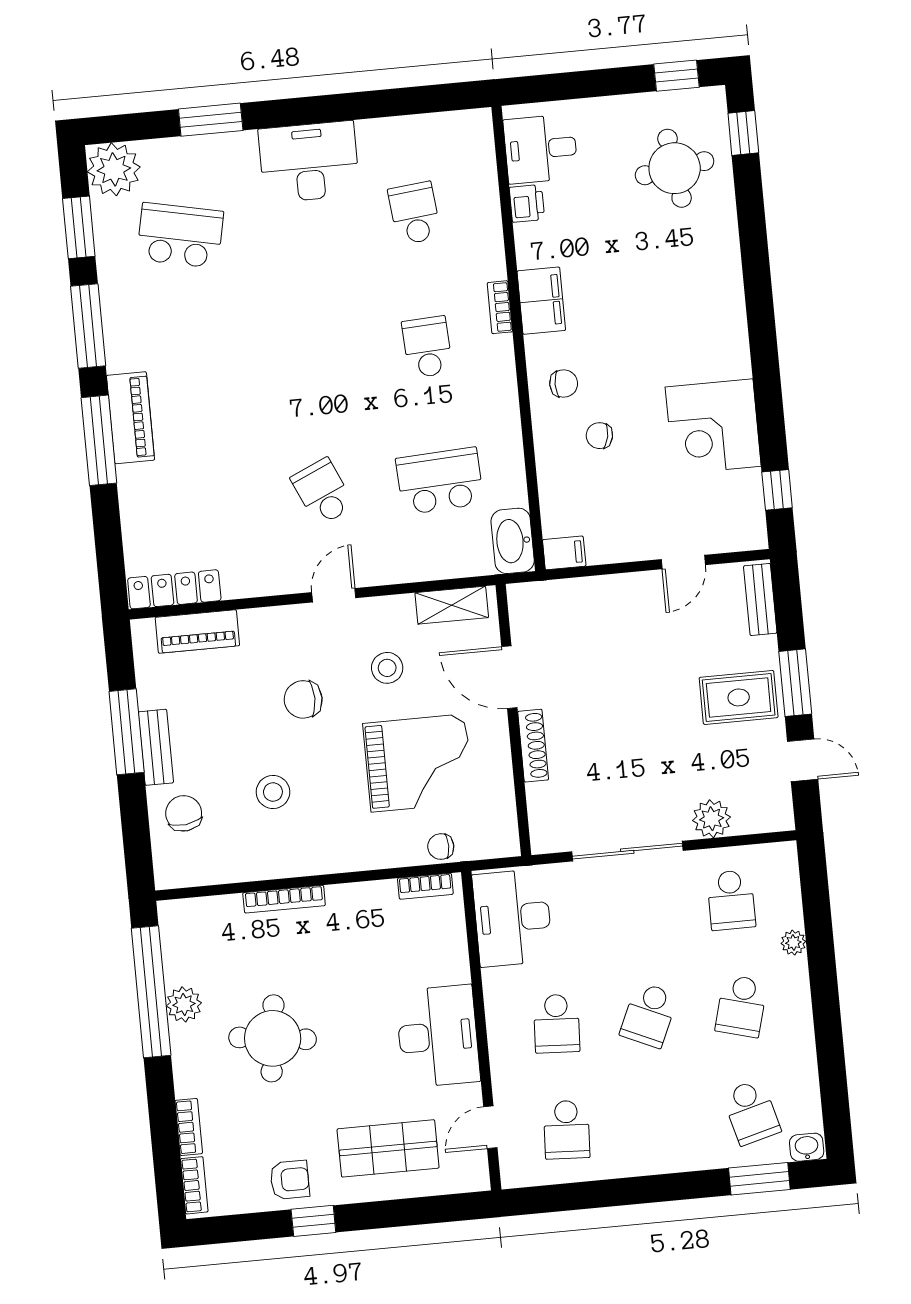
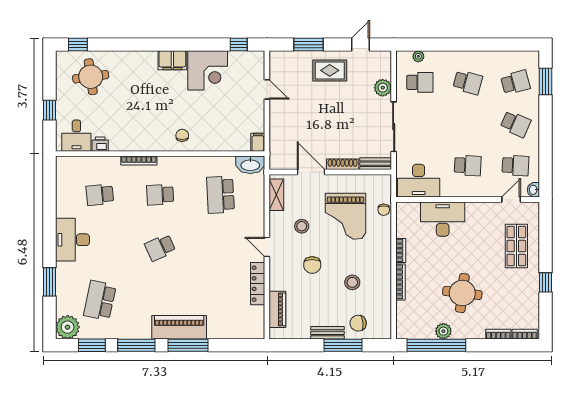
window: (676, 76) -> (49, 110), moved
filing cabinet: (541, 301) -> (172, 60), moved, turned 180
bookcase: (500, 307) -> (139, 161), width x1.56
piano: (130, 418) -> (179, 327), width x1.37, depth x1.33
chair: (599, 436) -> (207, 122), removed
school desk: (323, 492) -> (160, 248), moved
locker: (174, 589) -> (258, 284), moved
bench: (760, 599) -> (376, 164), moved
door: (509, 677) -> (311, 172), swing flipped
window: (795, 683) -> (309, 45), moved
rug: (739, 697) -> (330, 70), turned 90
window: (127, 732) -> (343, 345), moved
grand piano: (418, 763) -> (345, 216), turned 180
bookcase: (425, 886) -> (401, 250), moved
plant: (793, 943) -> (418, 56), moved
school desk: (649, 1015) -> (515, 124), moved
desk: (438, 1036) -> (443, 219), moved
door: (490, 1127) -> (511, 199), swing flipped
washbasin: (807, 1147) -> (533, 190), moved
armchair: (290, 1180) -> (526, 291), removed

